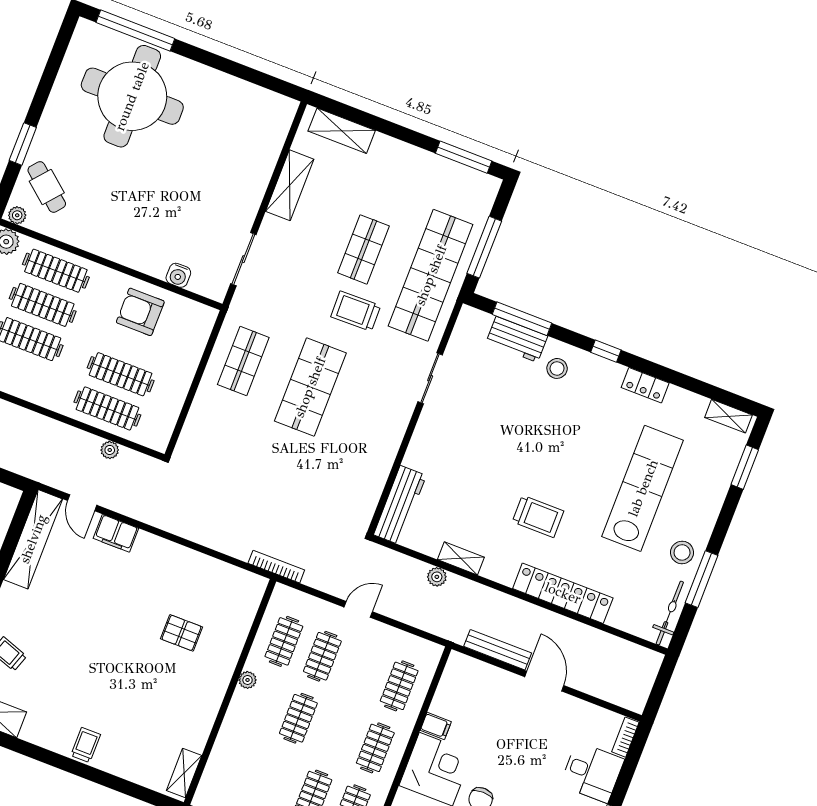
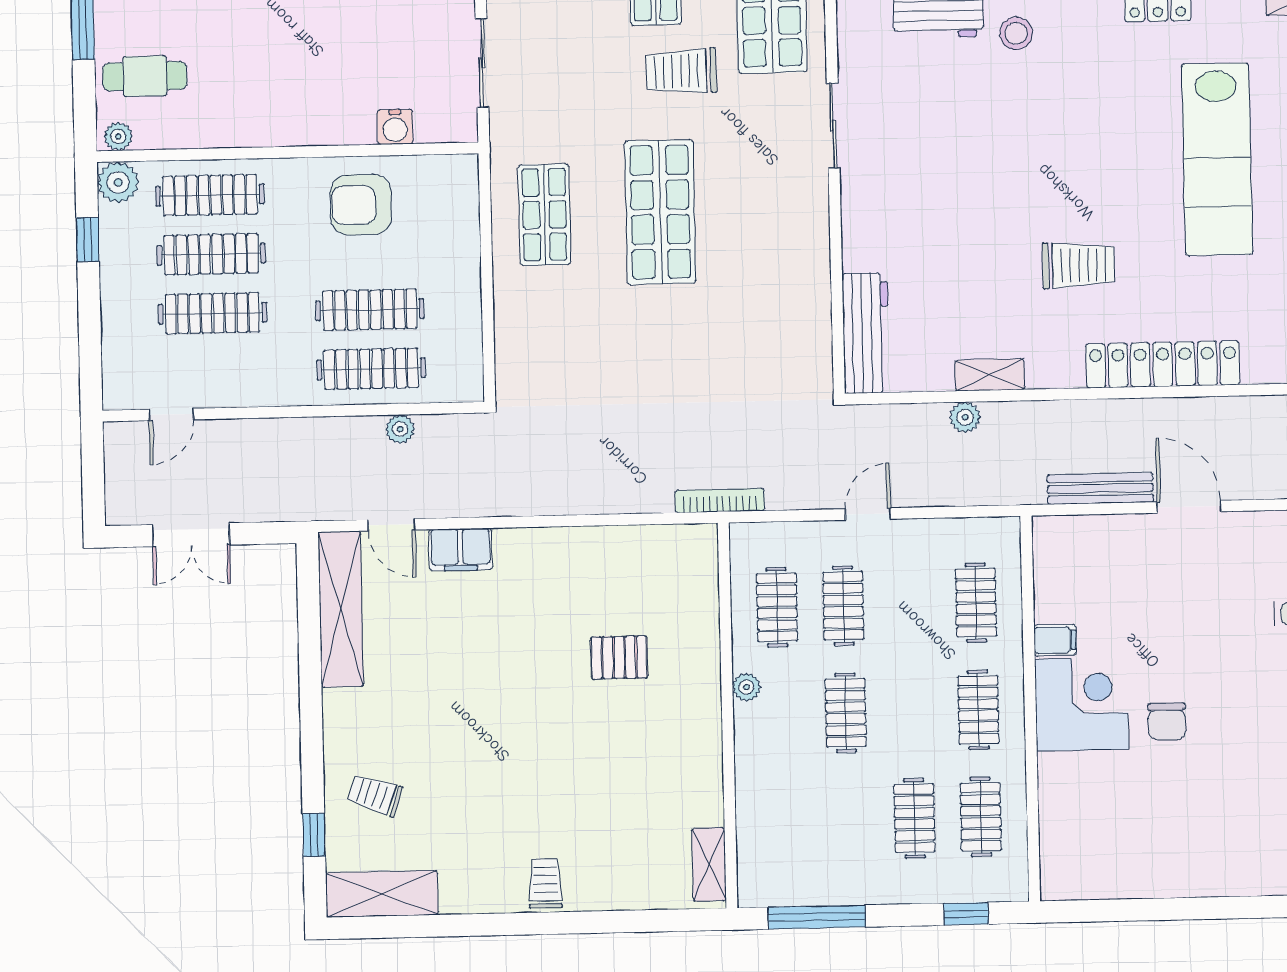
cafe table: (47, 187) -> (145, 76), turned -40
lab bench: (643, 488) -> (1217, 159), turned 180

